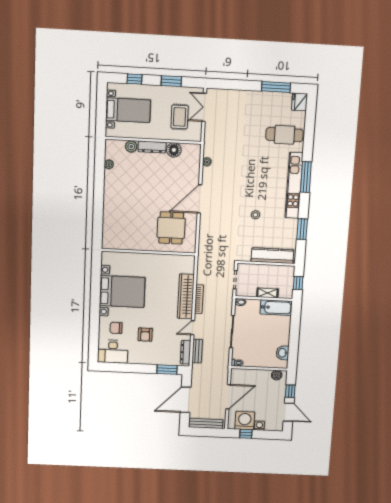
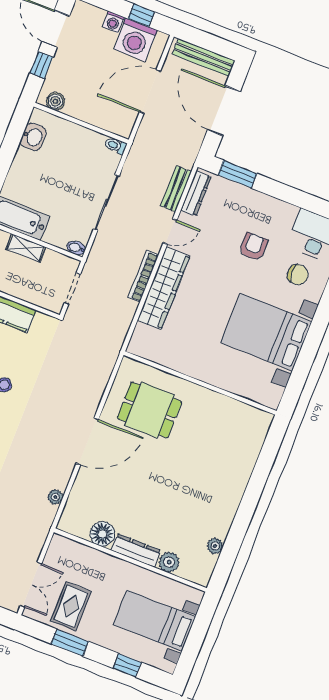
rug: (180, 117) -> (71, 606), moved
dining table: (171, 228) -> (149, 410), turned 90
door: (186, 400) -> (224, 111), swing flipped

